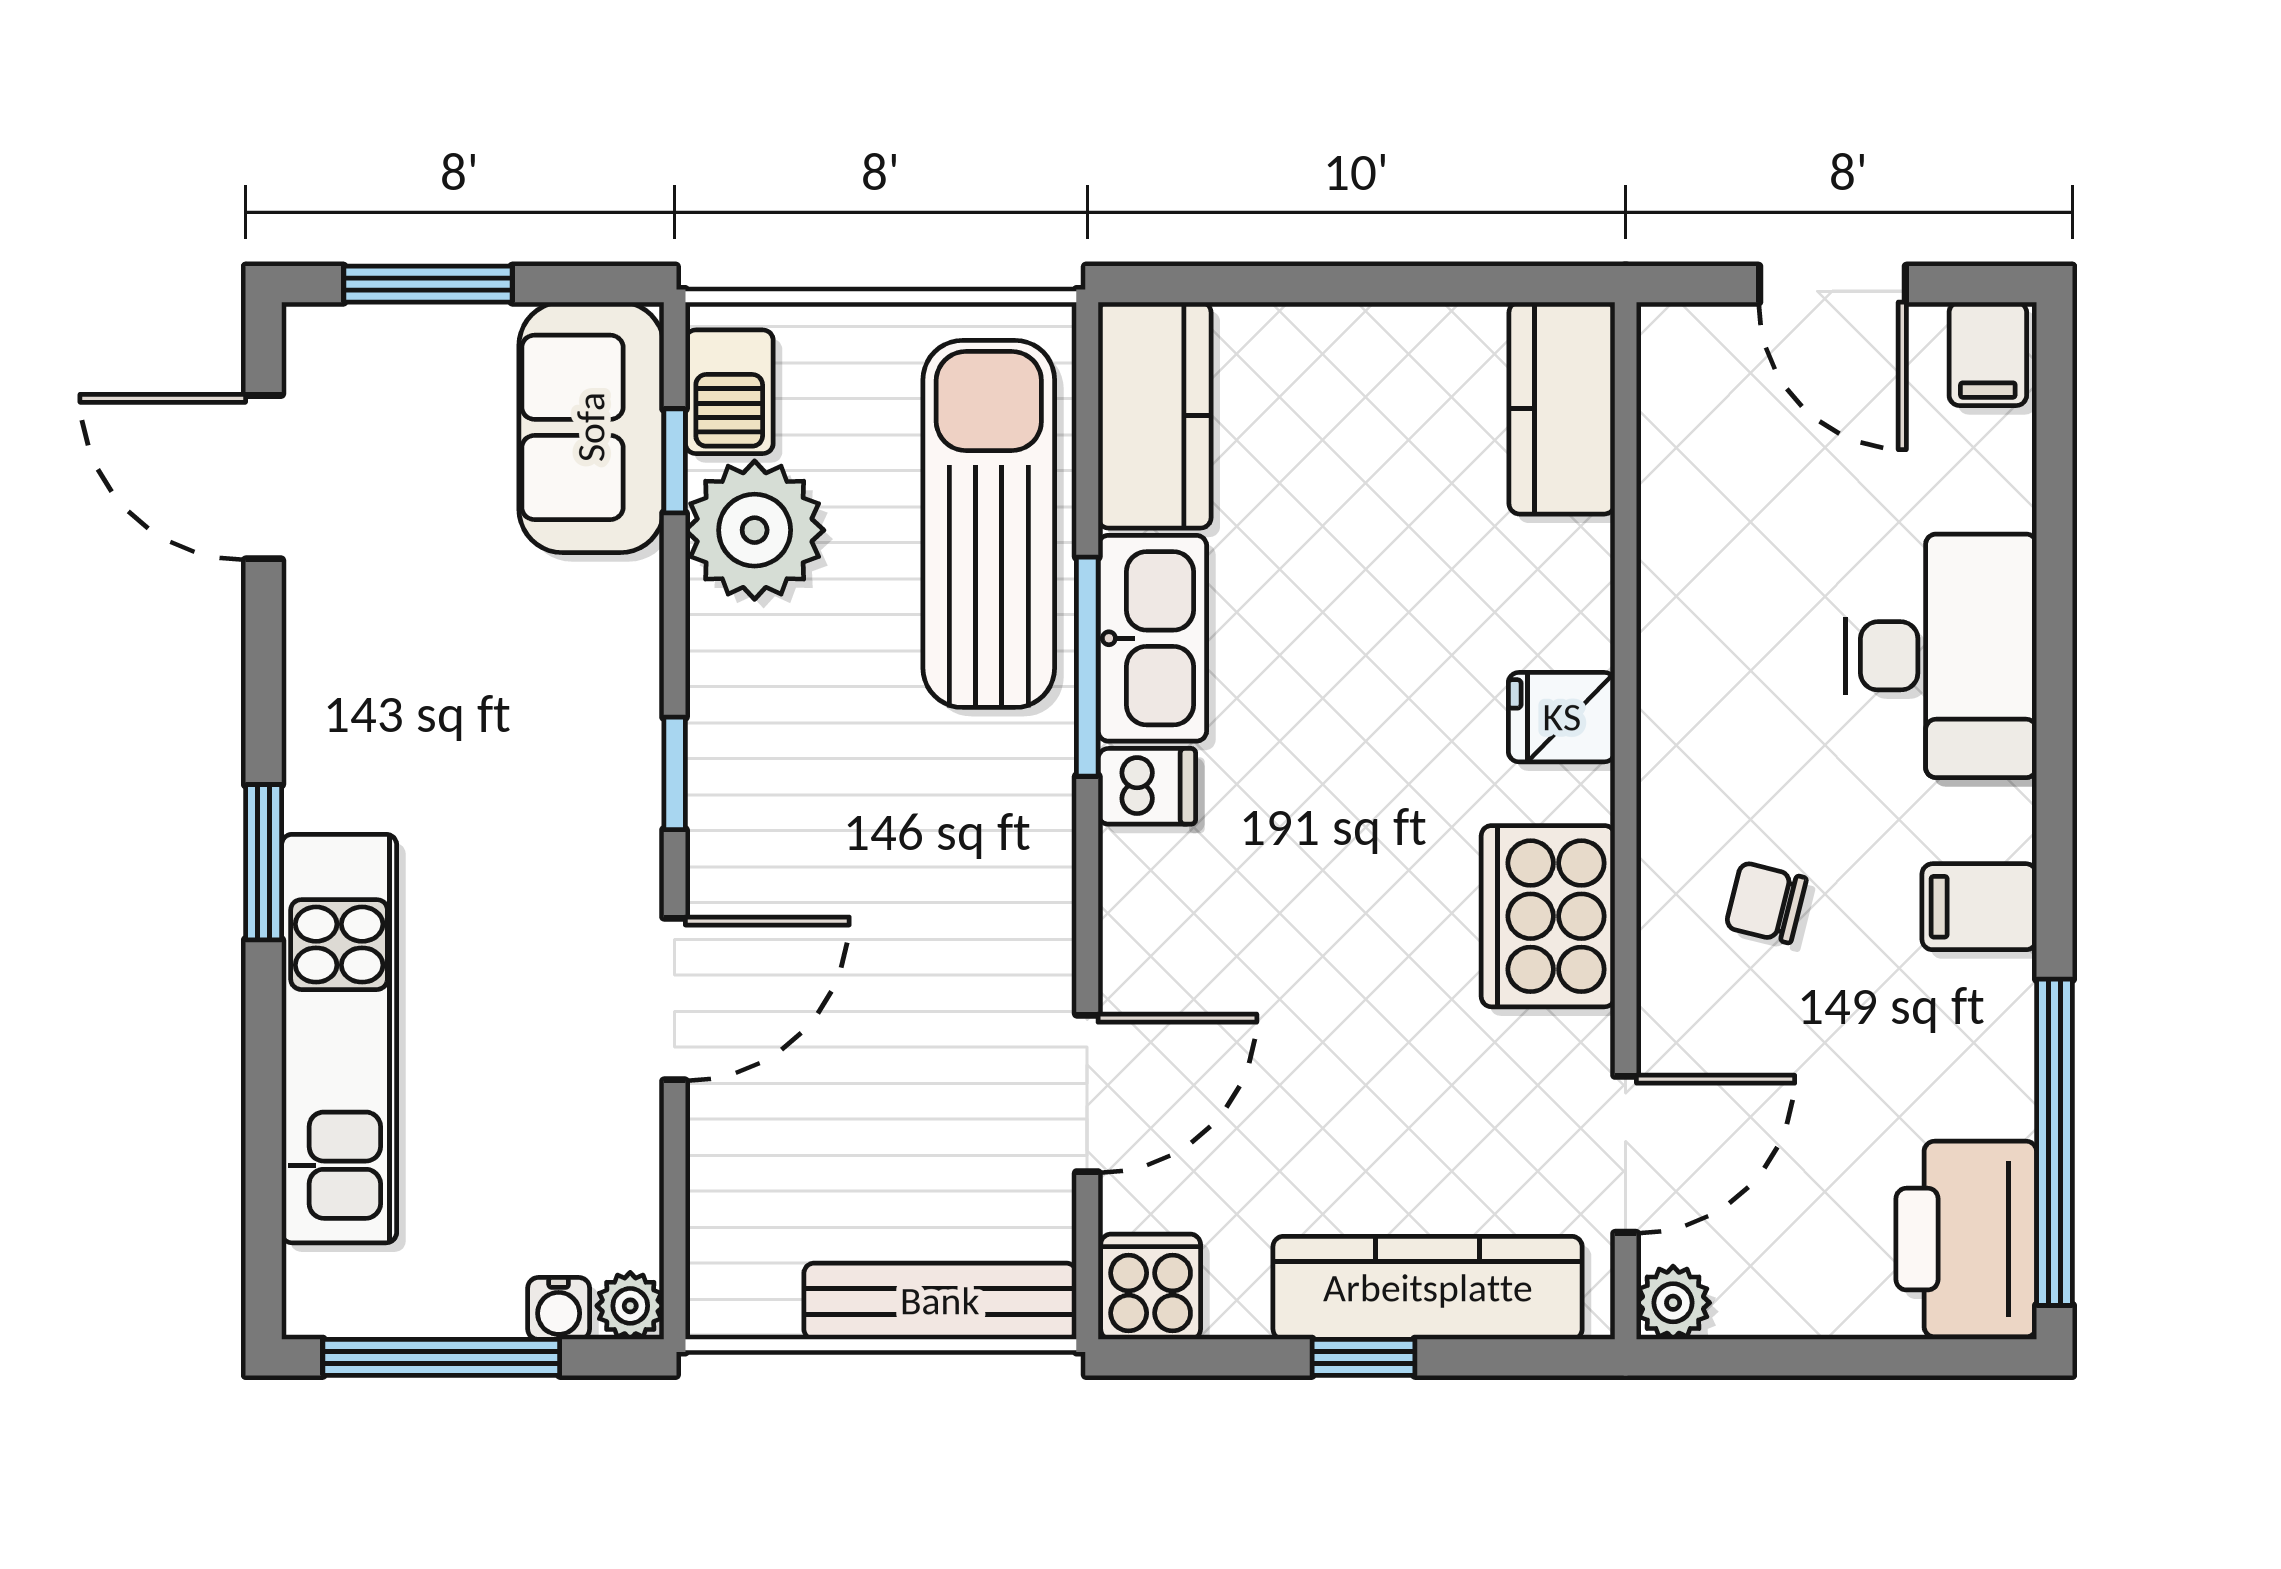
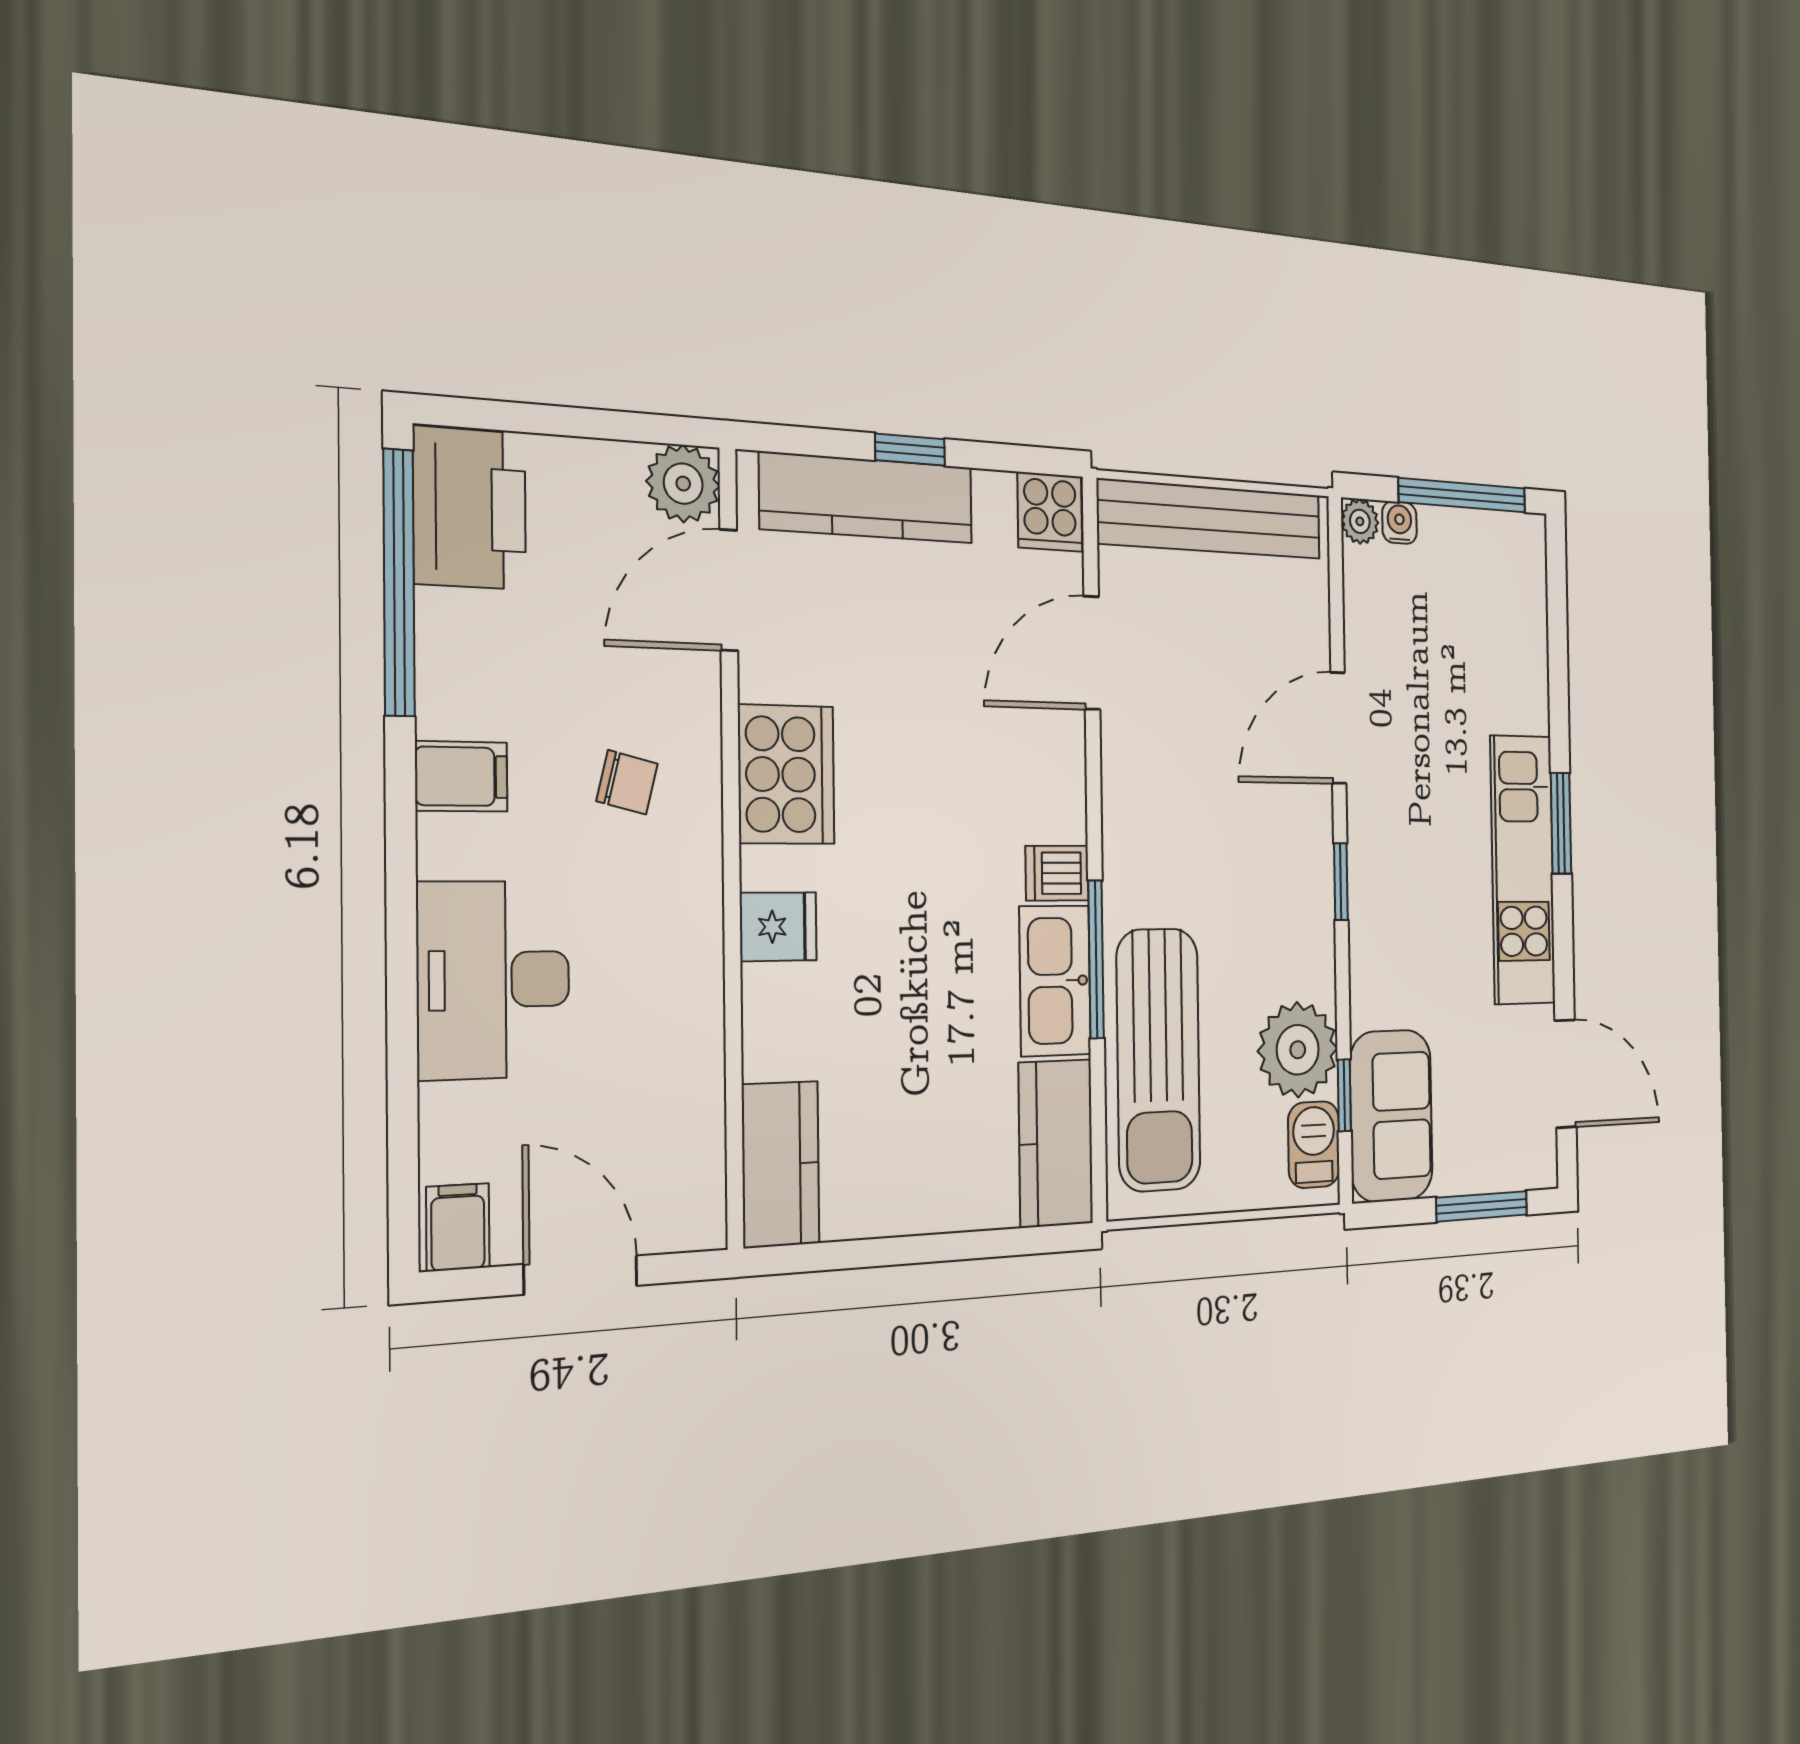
kitchen unit: (339, 1039) -> (1523, 870), moved
bench: (940, 1301) -> (1210, 519), width x1.37, depth x1.21
plant: (1673, 1303) -> (683, 484), width x1.38, depth x1.38

